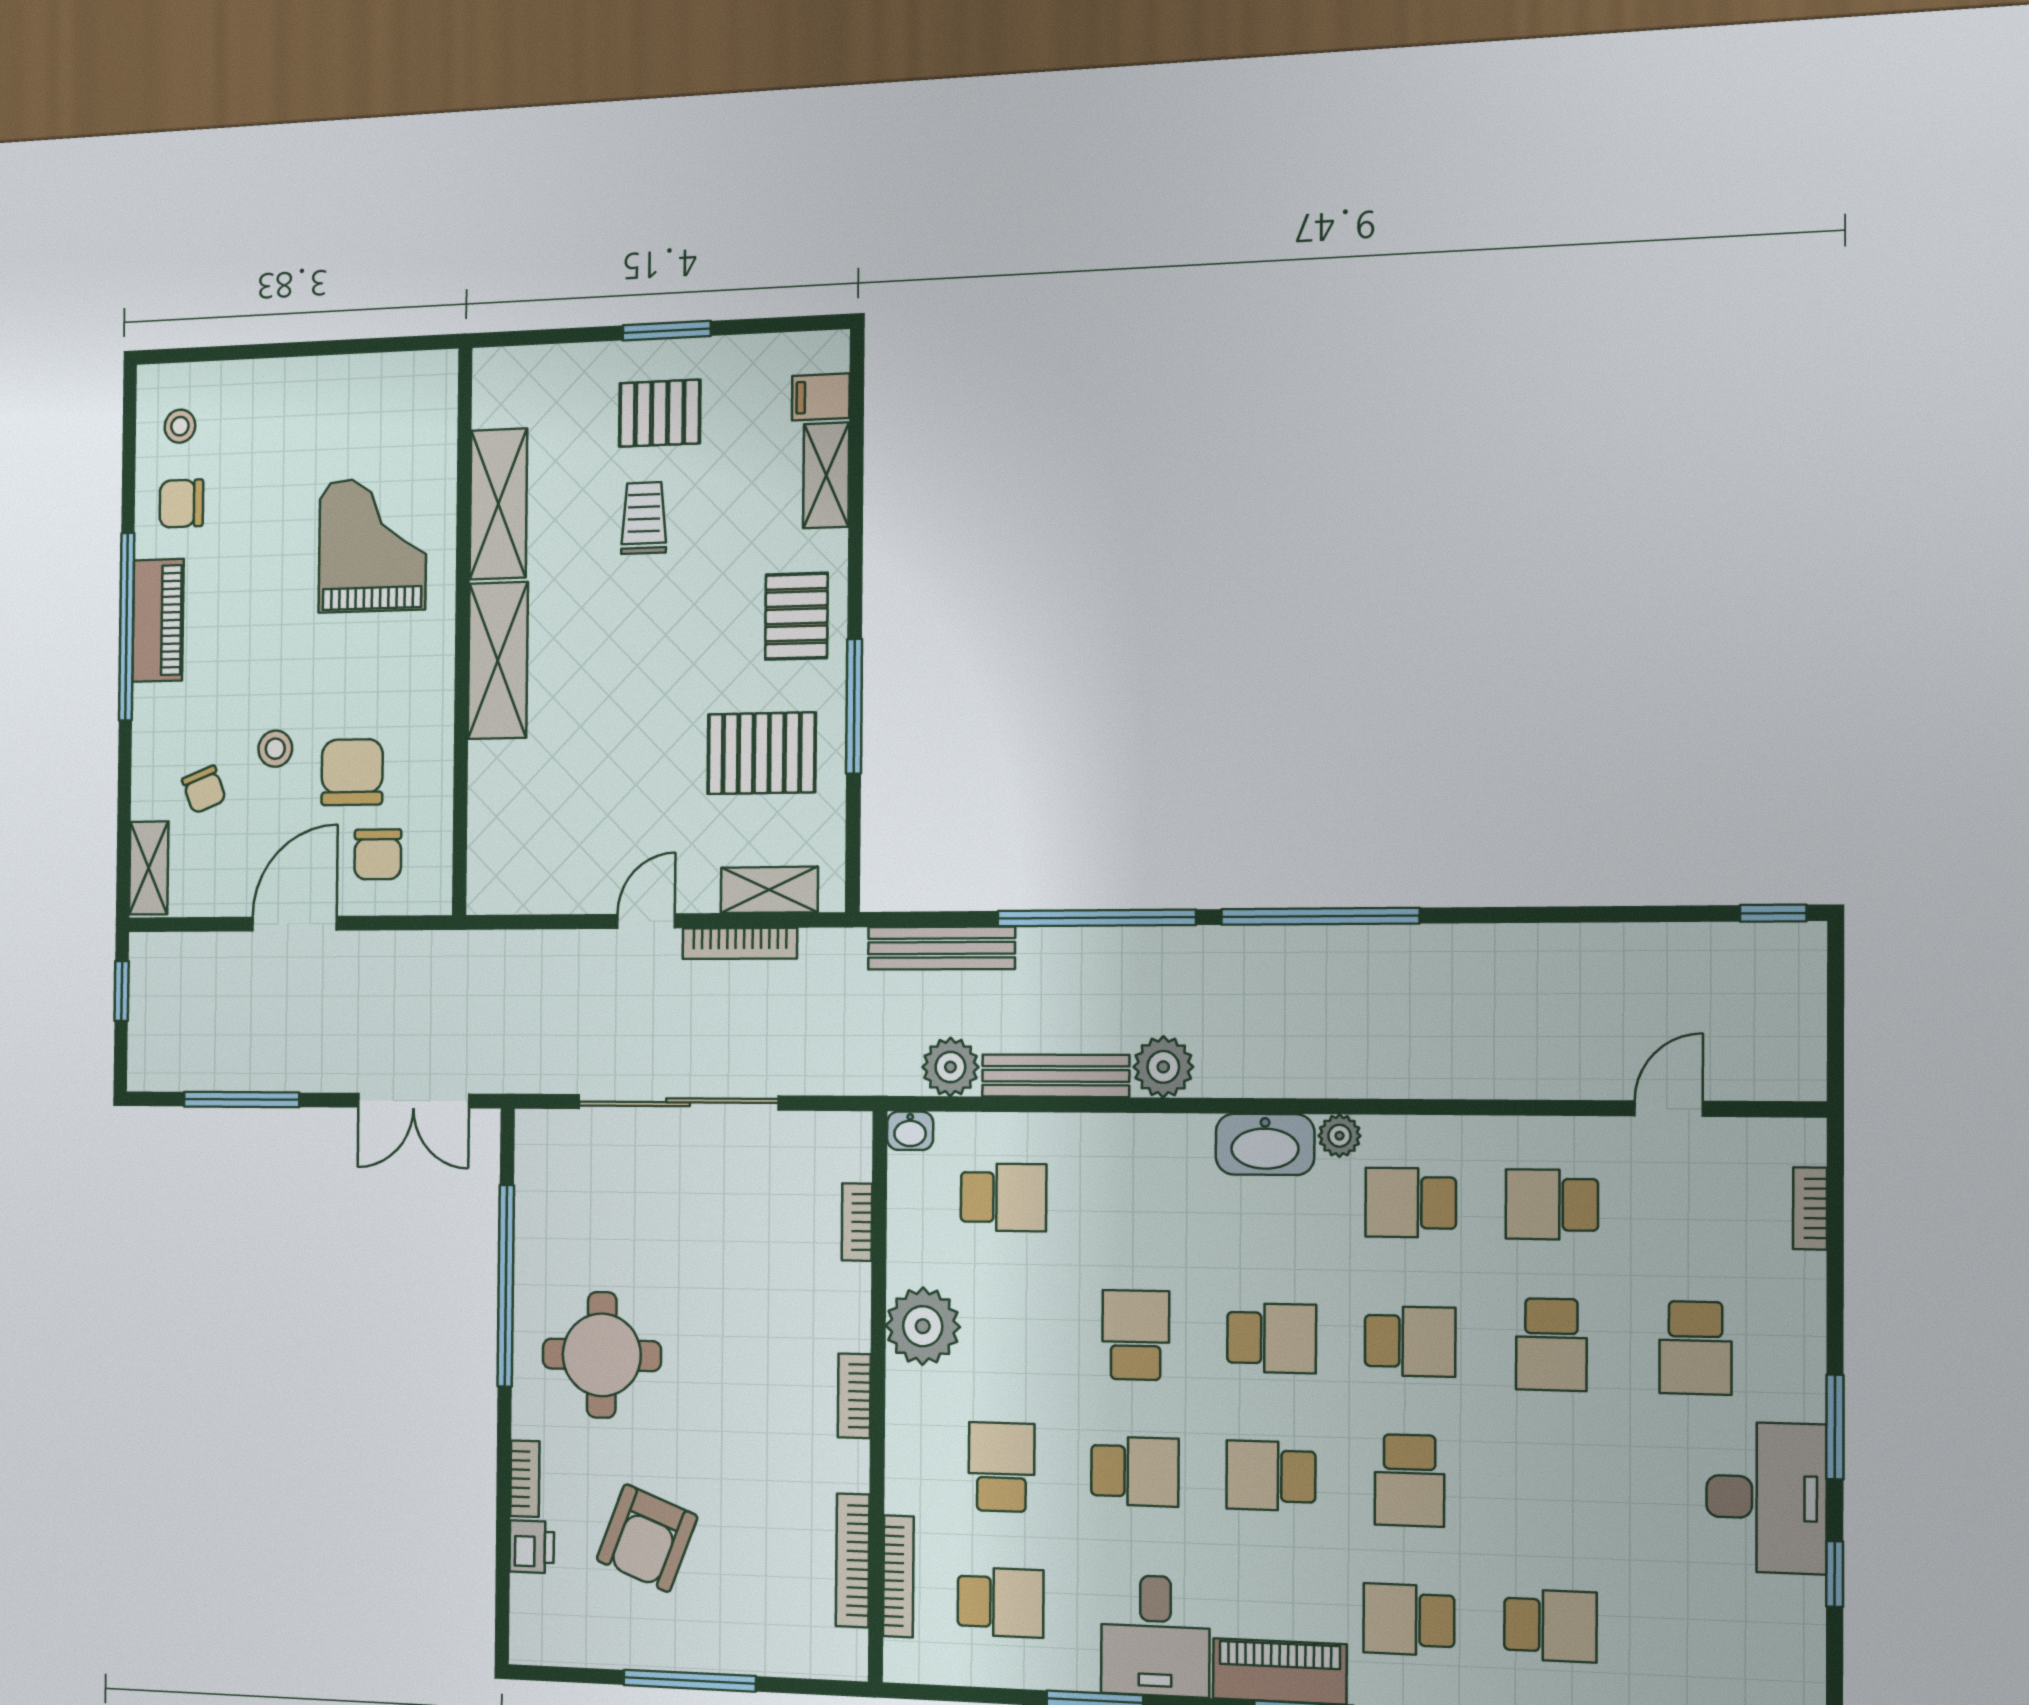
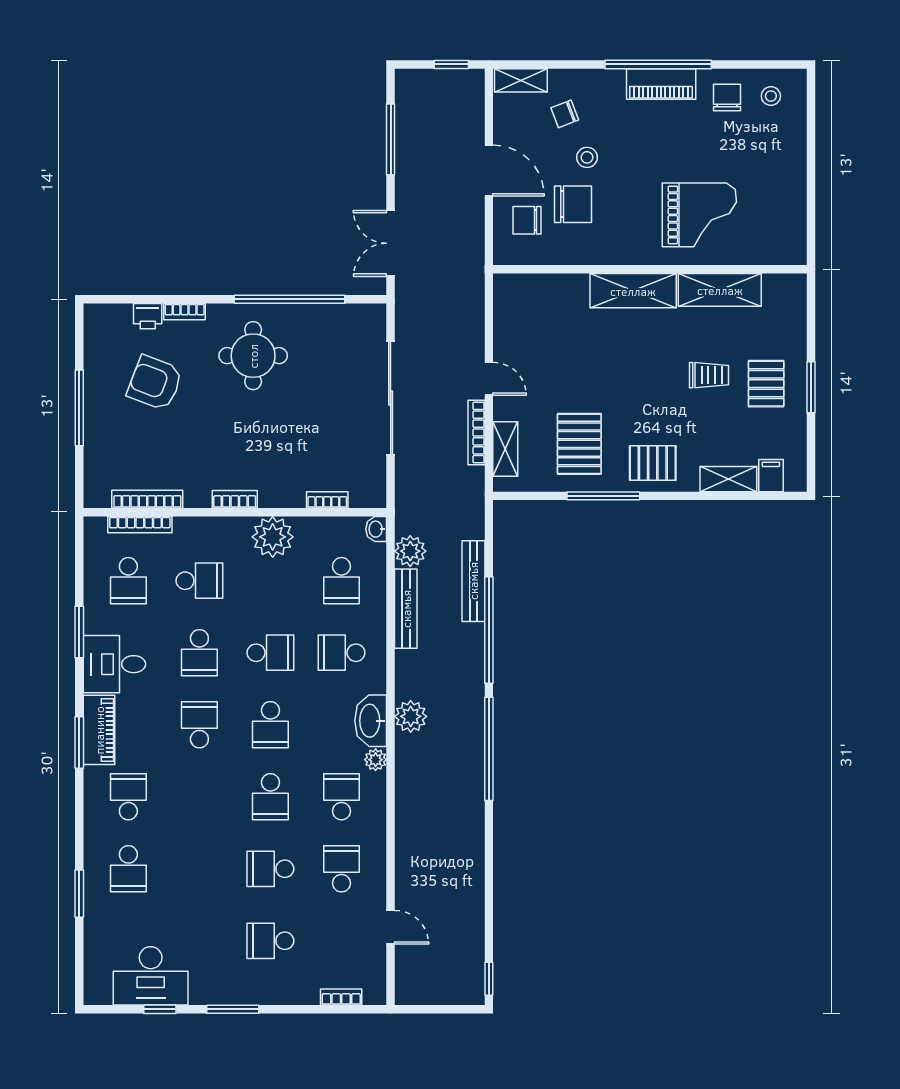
bench: (941, 948) -> (473, 581), moved
plant: (1163, 1067) -> (411, 716), moved
school desk: (1409, 1480) -> (342, 653), moved
desk: (1766, 1498) -> (151, 976), moved

